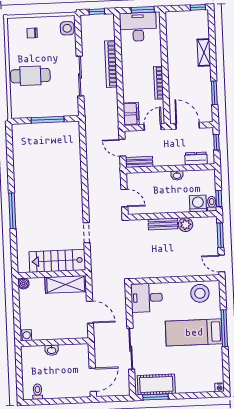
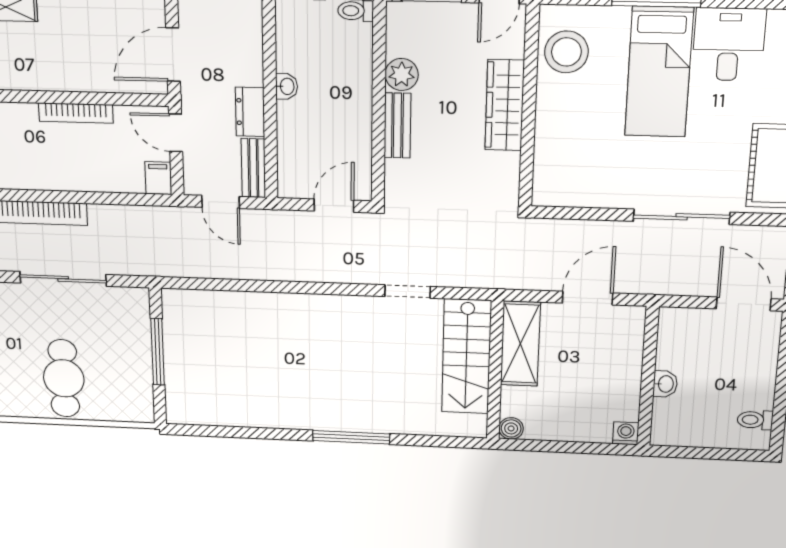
filing cabinet: (131, 114) -> (158, 178), width x0.50
door: (122, 148) -> (221, 202), hinge flipped
dresser: (196, 159) -> (250, 112), moved
washing machine: (198, 204) -> (354, 43), removed
wardrobe: (175, 269) -> (505, 105), added
desk: (147, 298) -> (729, 44), moved, turned 180

